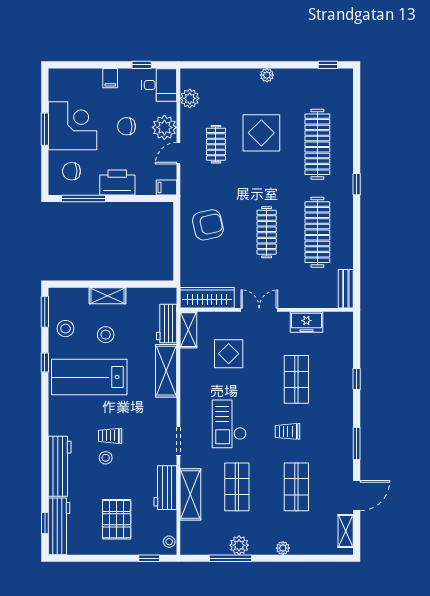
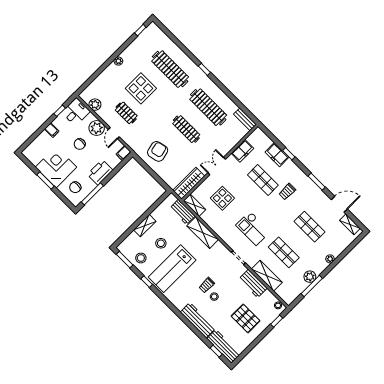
freezer: (342, 366) -> (277, 155), added
trolley: (288, 431) -> (287, 192), moved
door: (357, 496) -> (339, 204), hinge flipped

